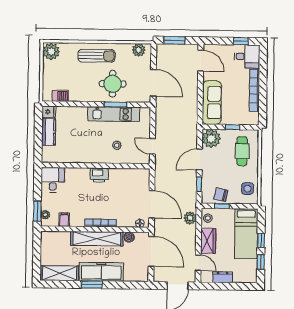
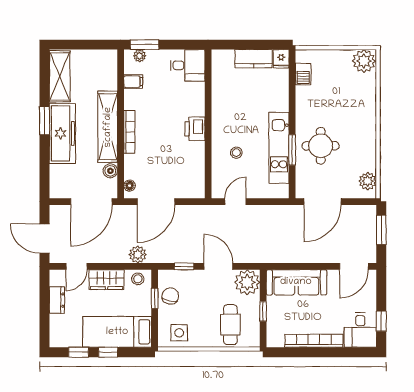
sun lounger: (97, 56) -> (359, 123), removed
cafe table: (242, 151) -> (230, 325), turned 90

